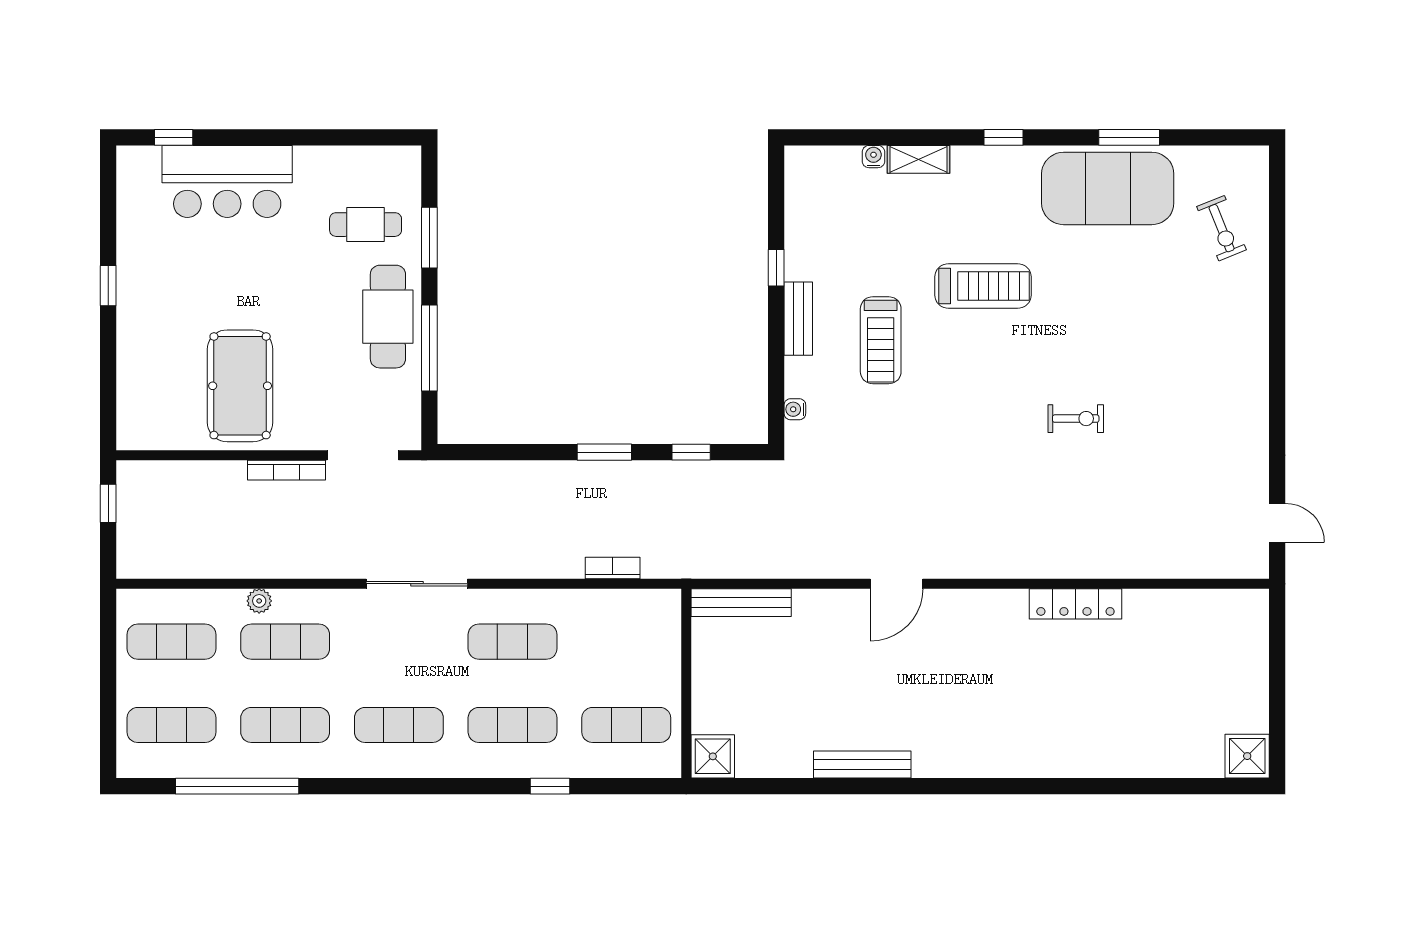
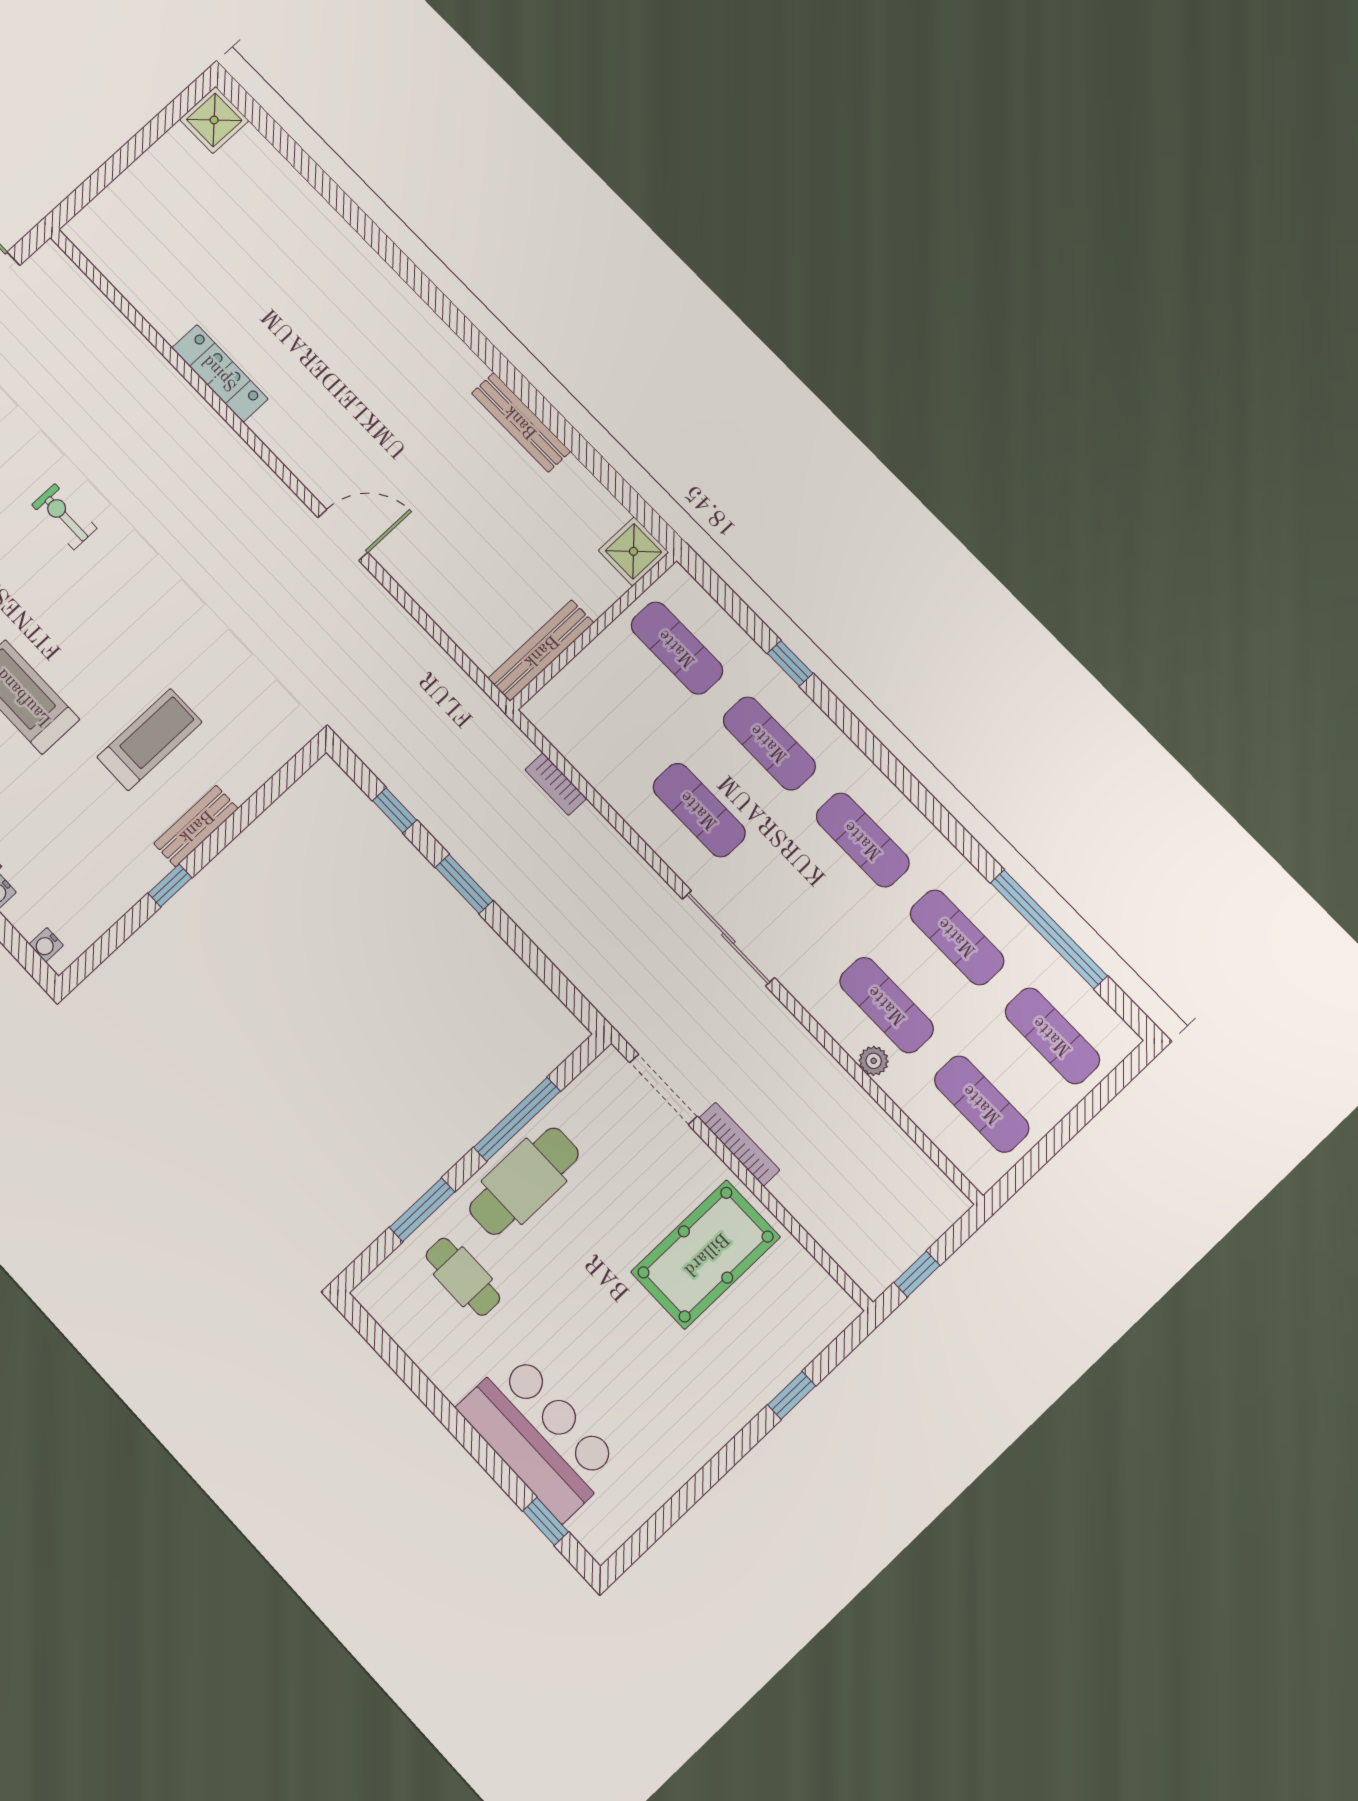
window: (108, 286) -> (792, 1395), moved
water cooler: (795, 409) -> (46, 945), moved, turned 90
bench: (741, 603) -> (541, 651), moved, turned 90

